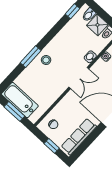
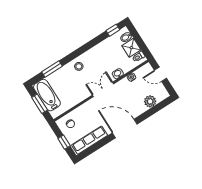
window: (31, 57) -> (52, 69), moved
double door: (79, 78) -> (103, 89), swing flipped

